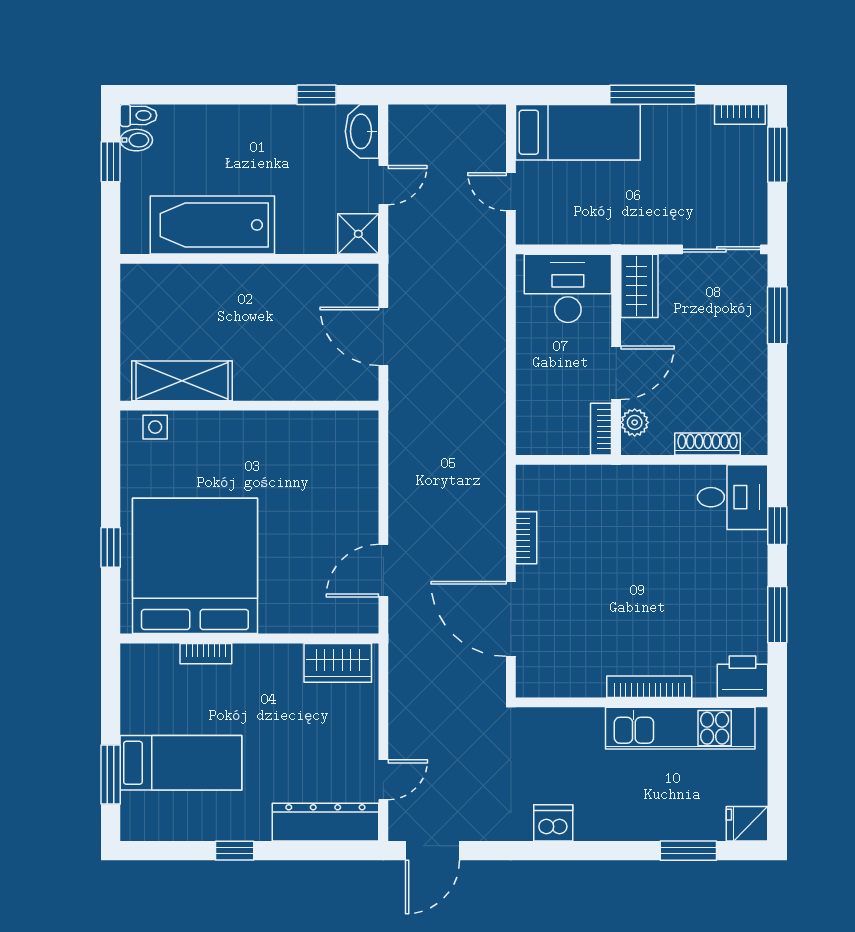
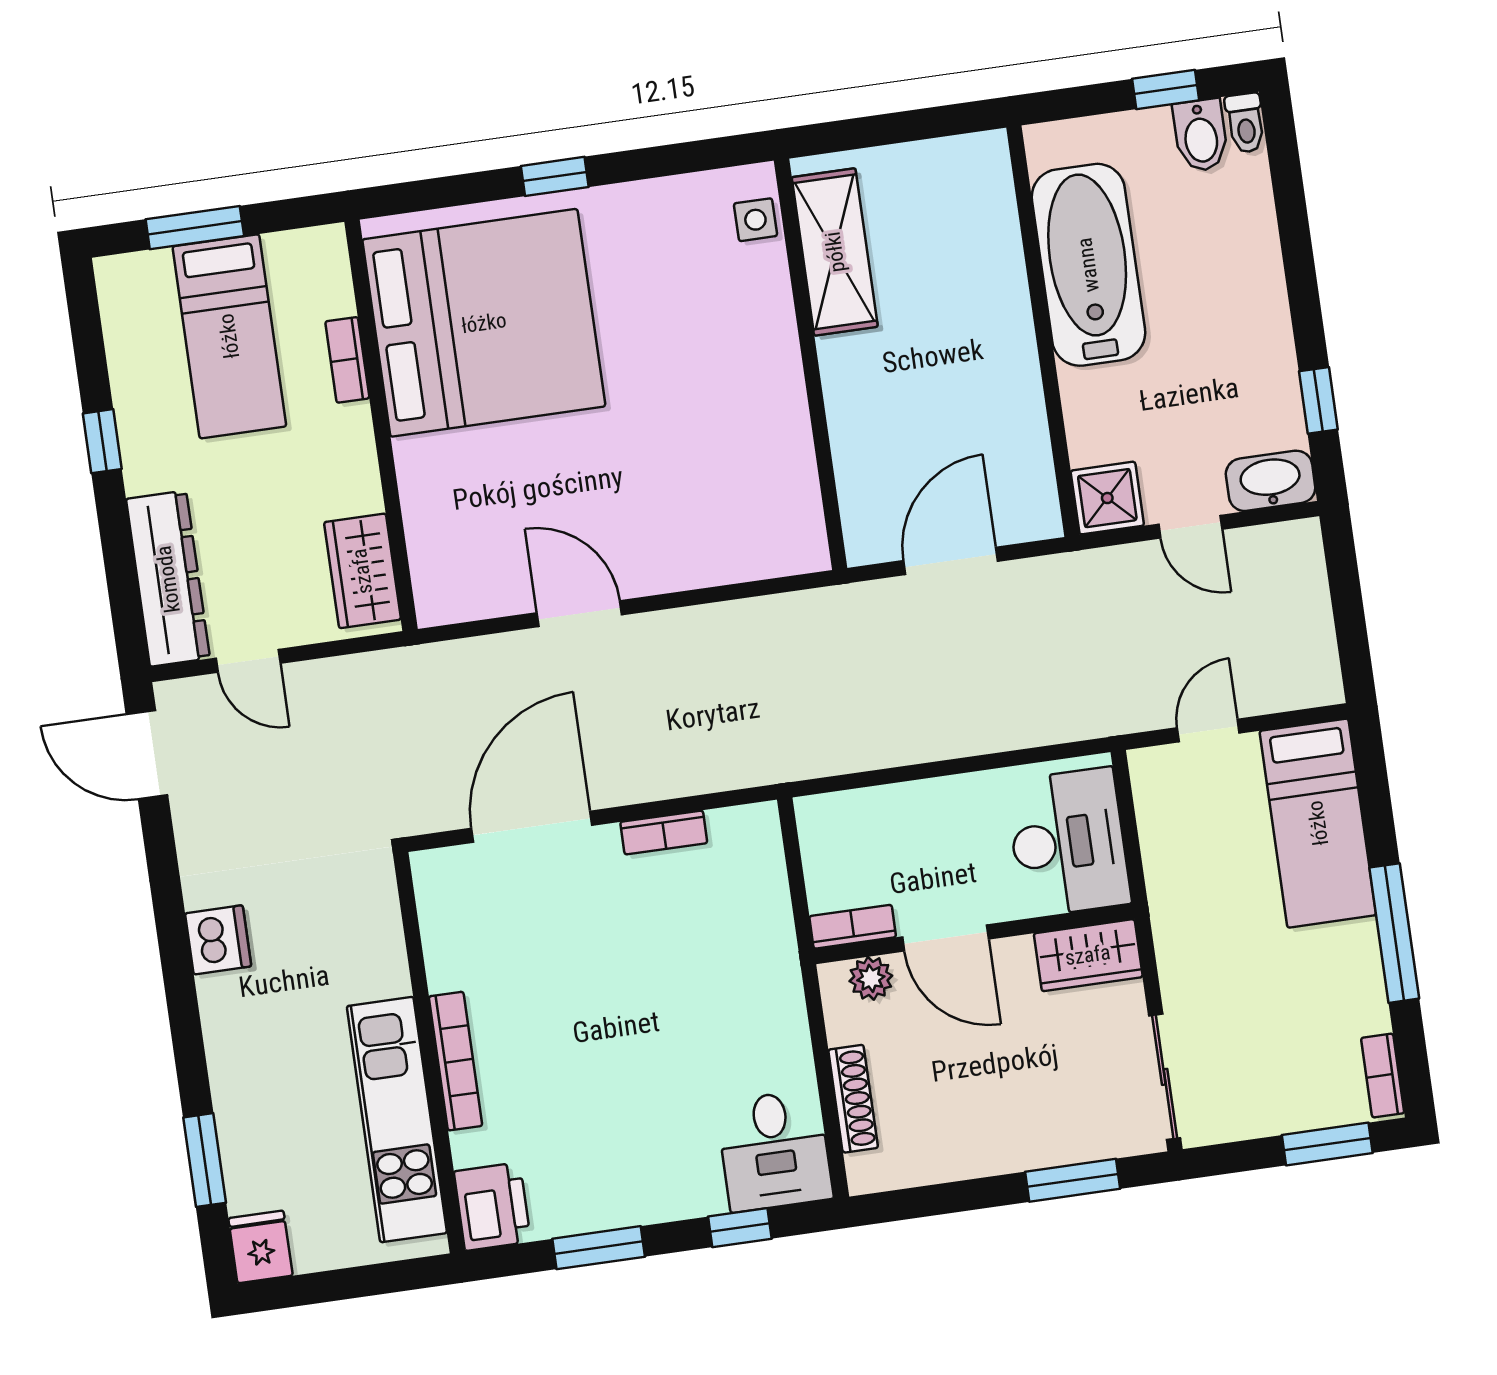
bidet: (136, 140) -> (1201, 135), width x1.38, depth x1.36
bed: (195, 566) -> (484, 323), moved
wall: (249, 639) -> (381, 425), moved
bookcase: (206, 654) -> (347, 360), moved
wardrobe: (338, 663) -> (362, 571), moved

